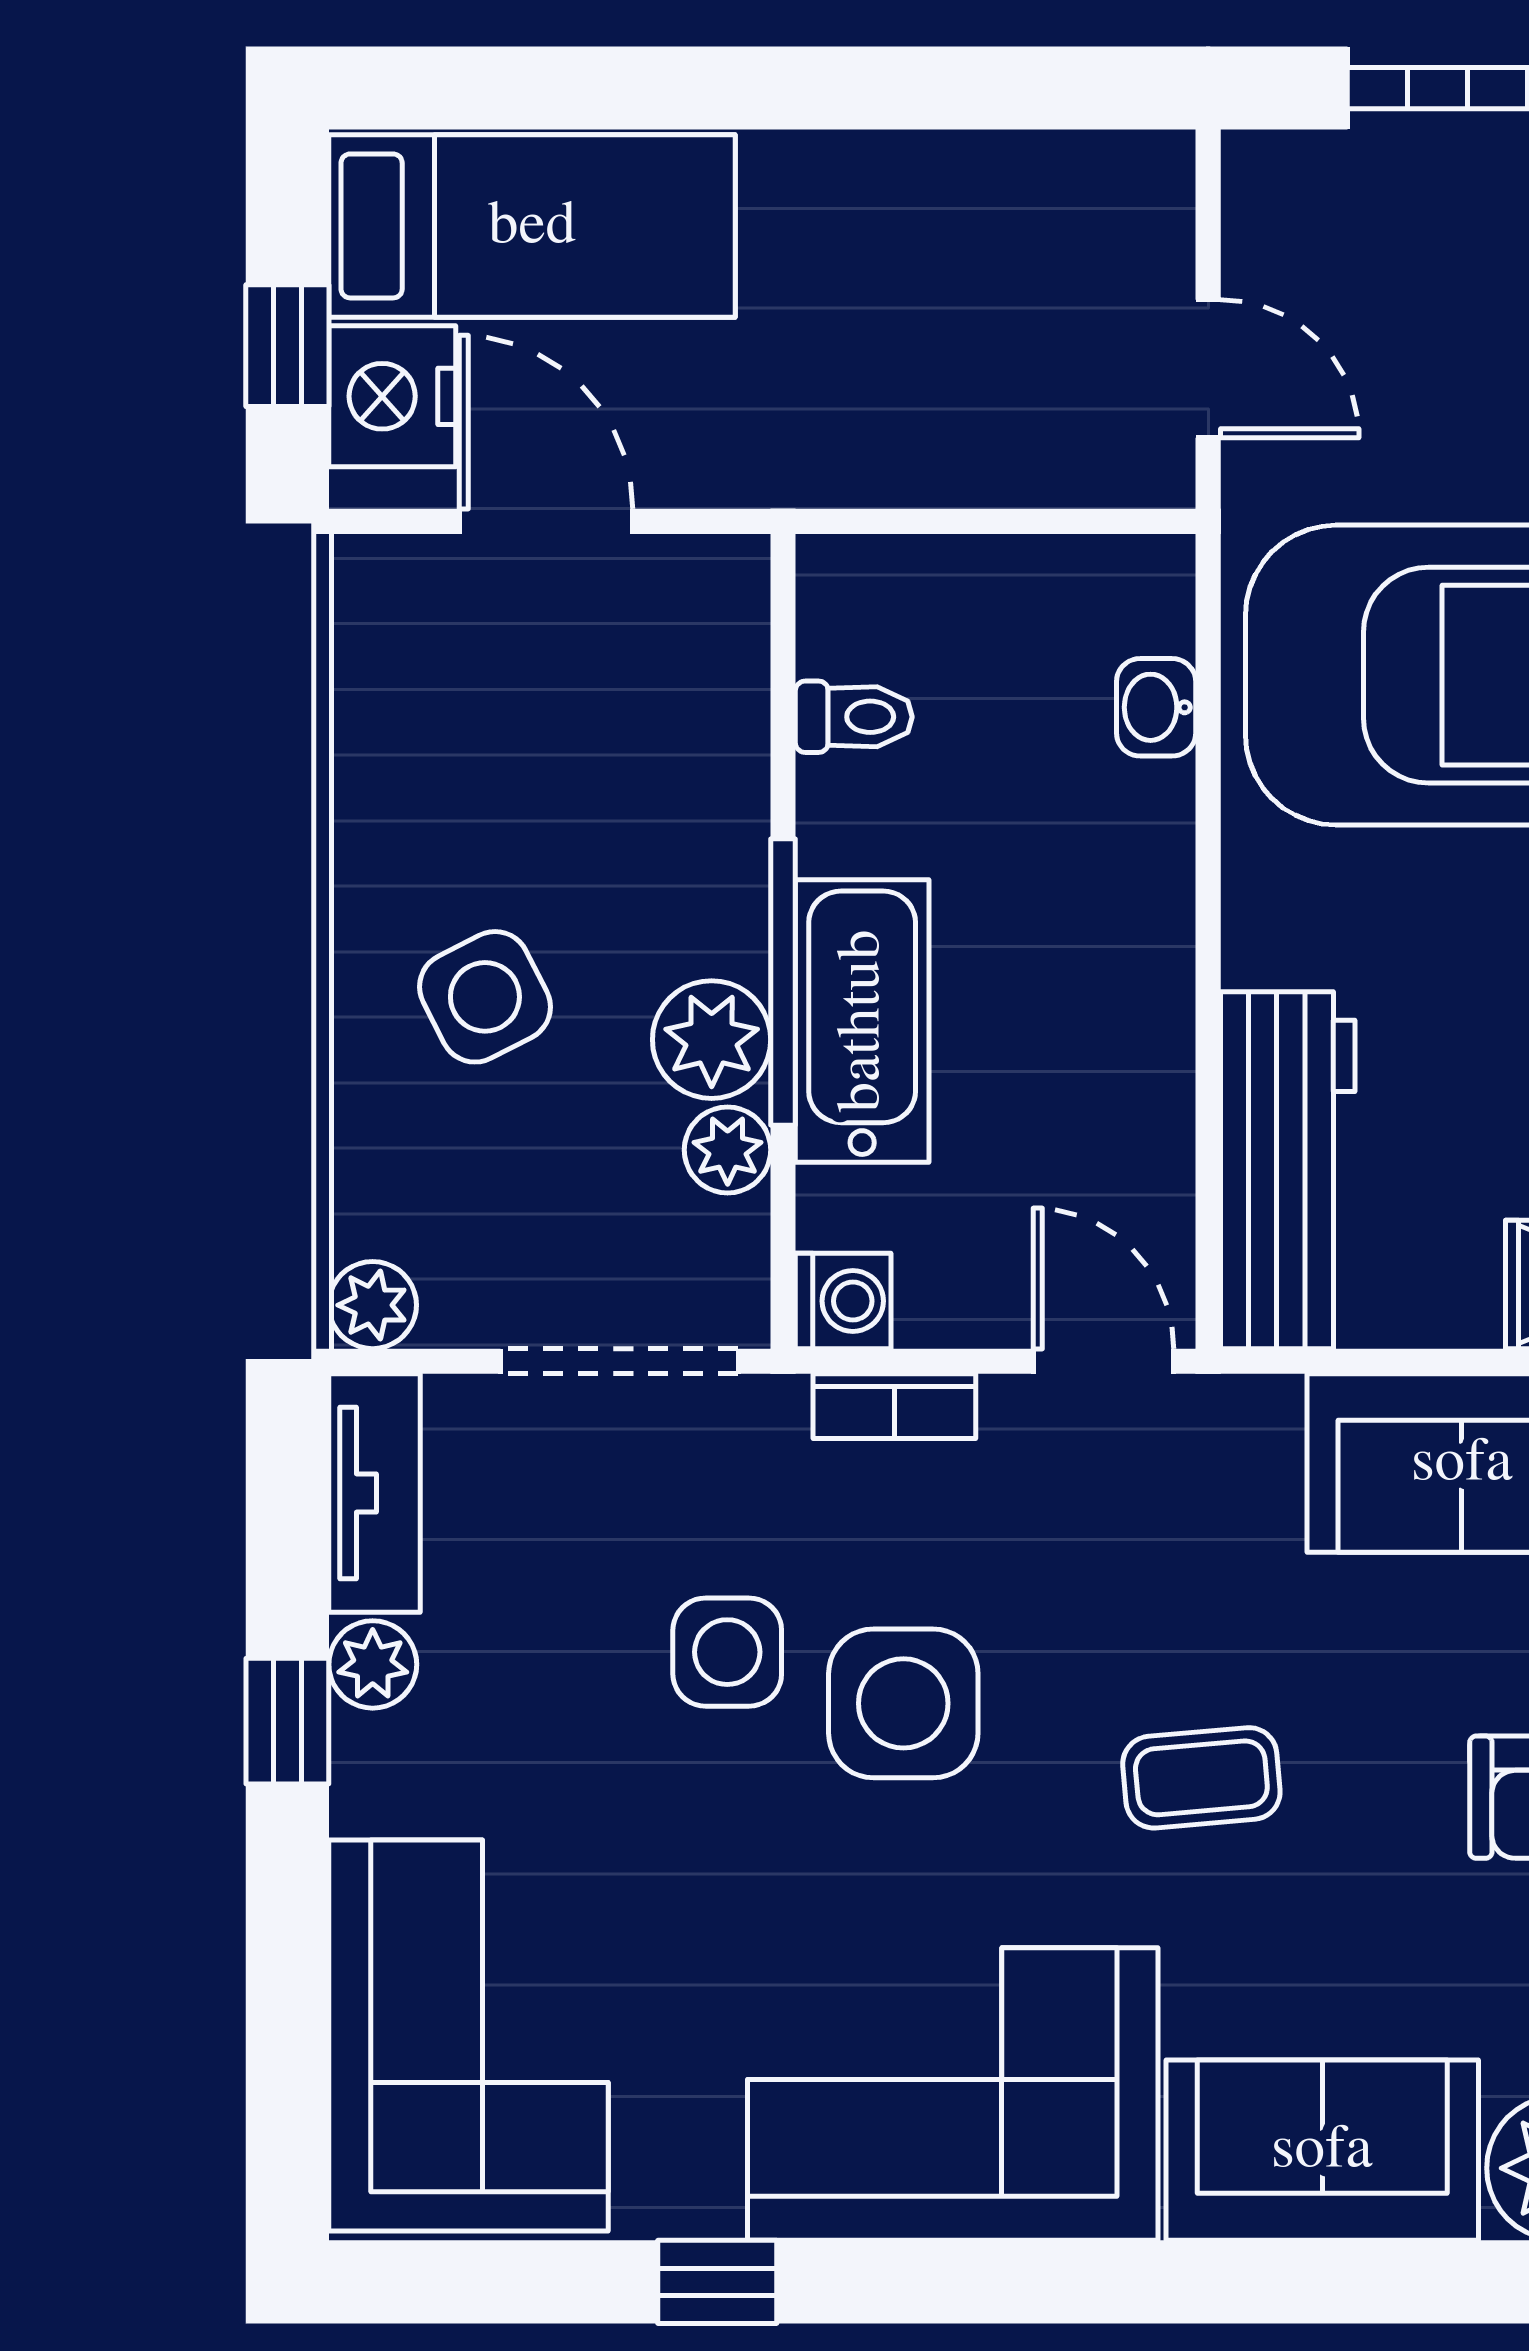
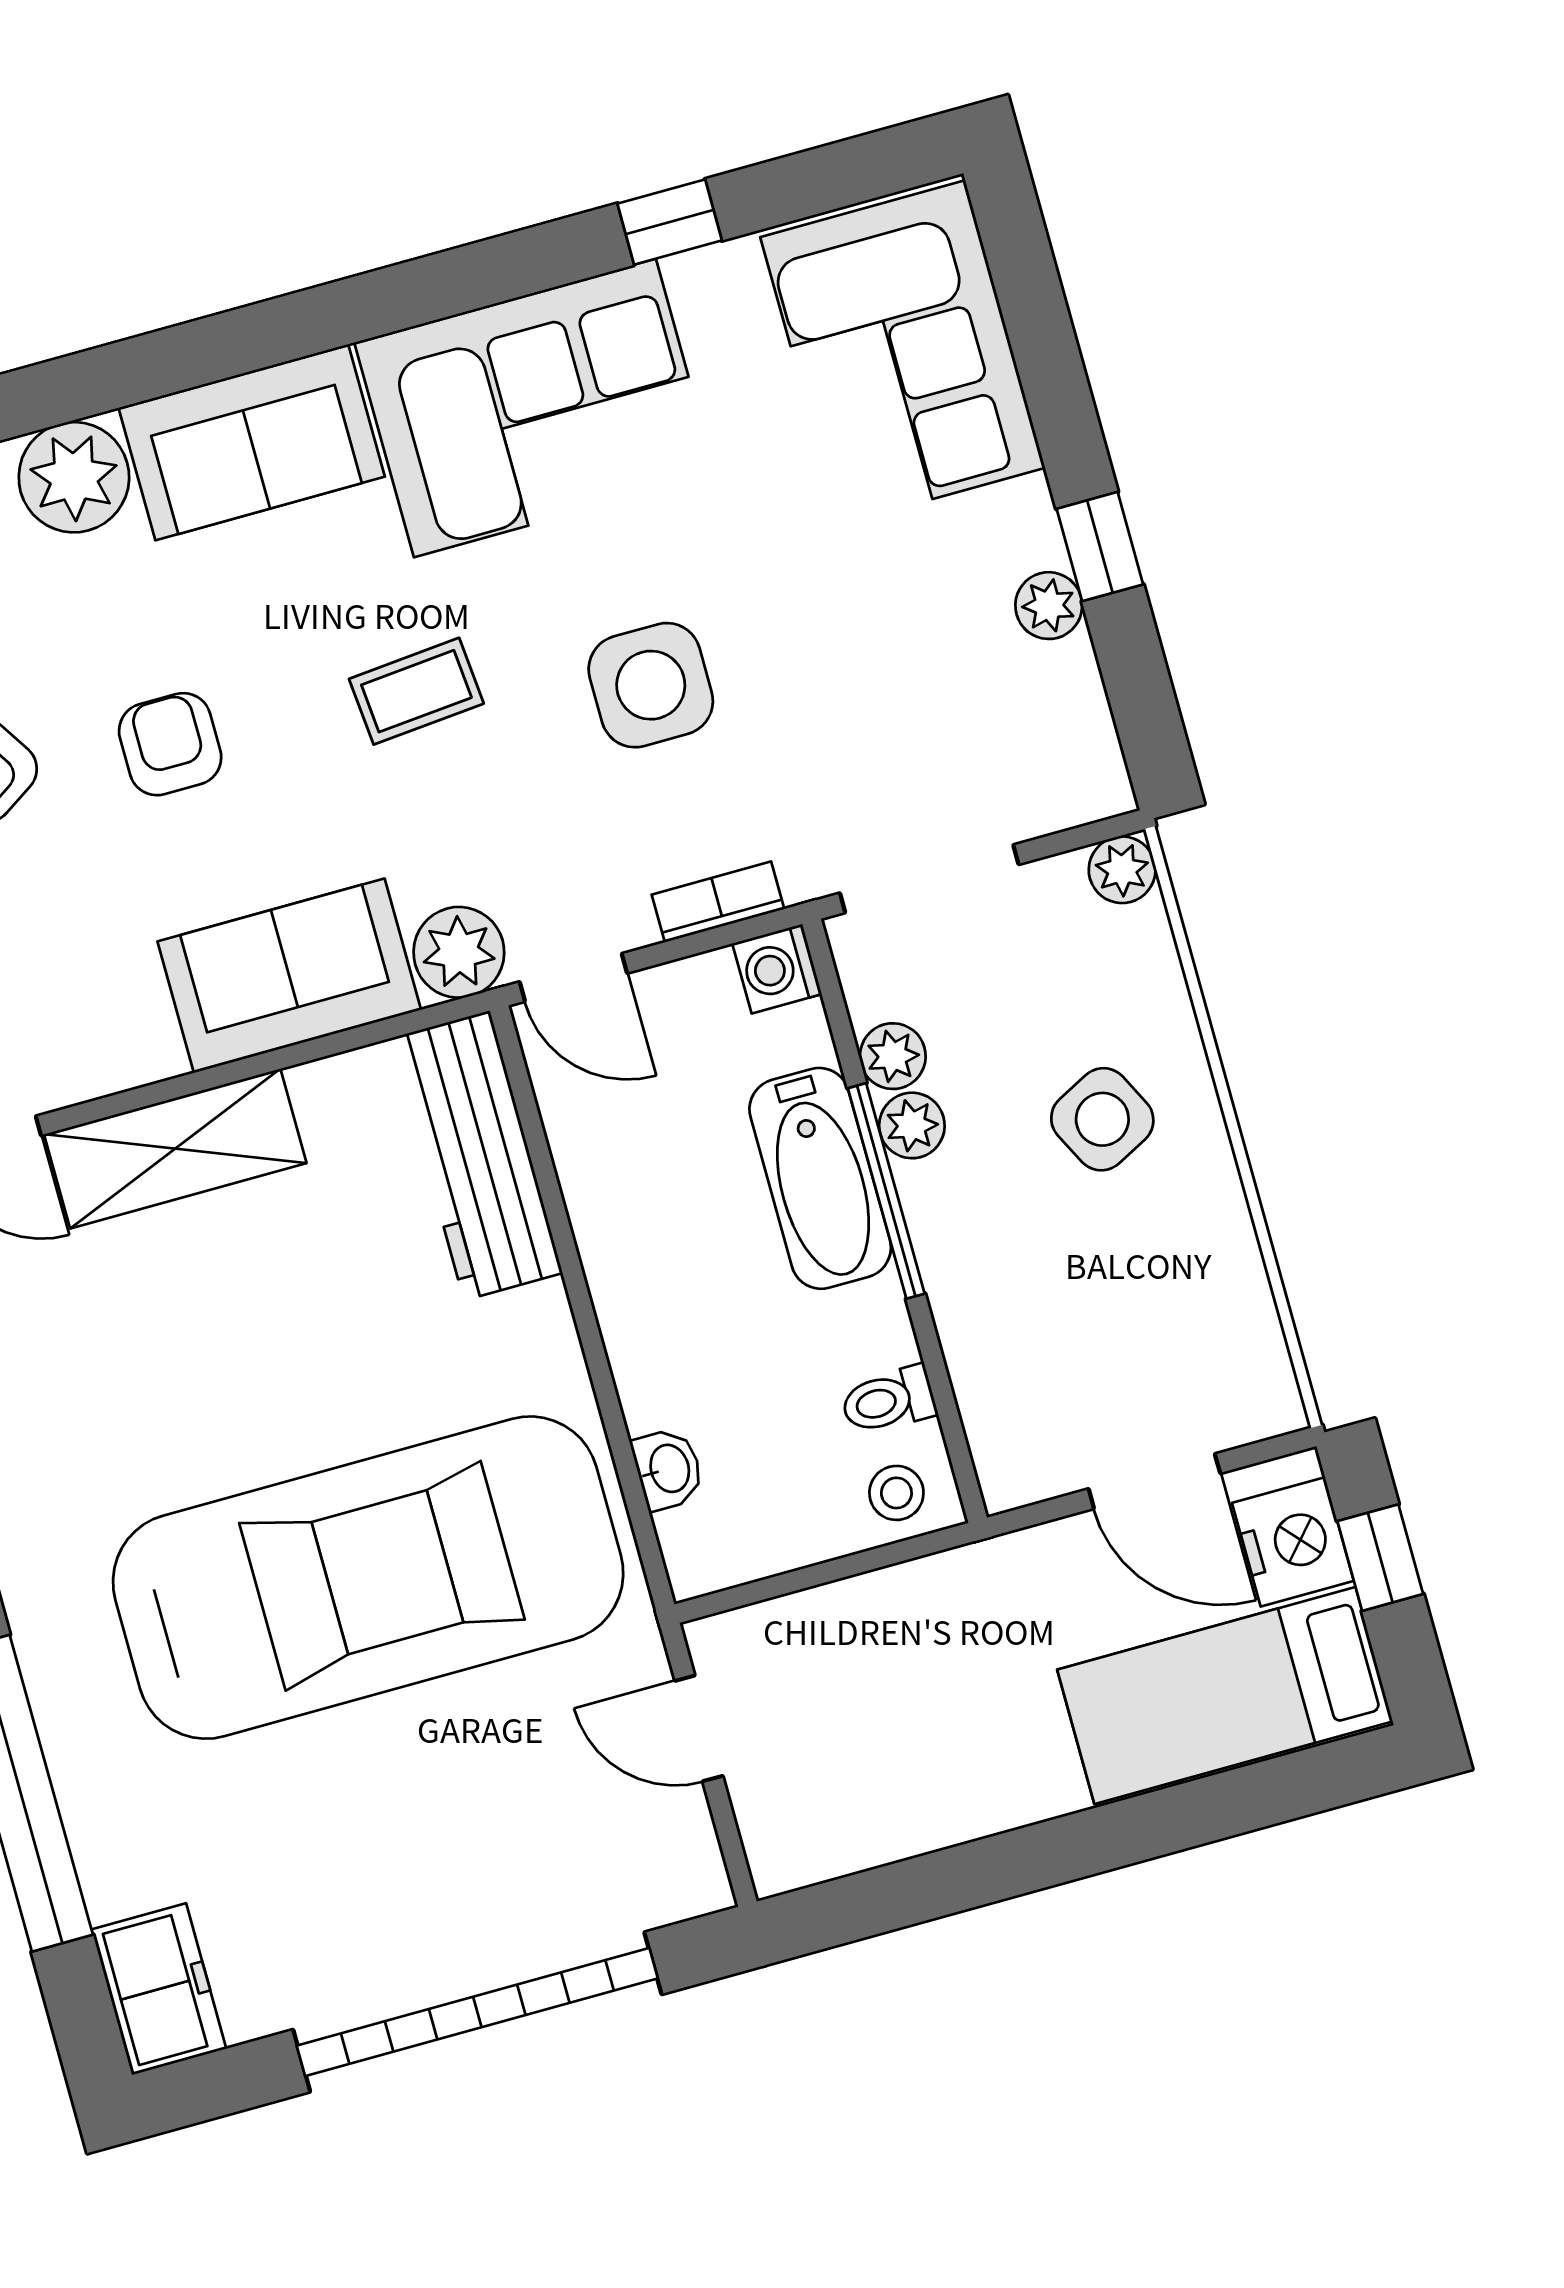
stool: (876, 597) -> (896, 1493), added
plant: (712, 1040) -> (912, 1125), width x0.73, depth x0.73
plant: (1239, 1433) -> (459, 952), added
tv unit: (374, 1493) -> (1082, 732), removed
side table: (727, 1652) -> (791, 687), removed

